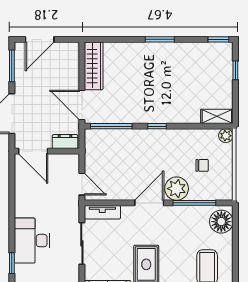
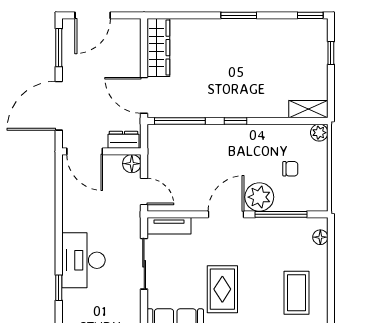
floor lamp: (72, 161) -> (132, 164), added
floor lamp: (221, 222) -> (320, 237), width x0.53, depth x0.53

